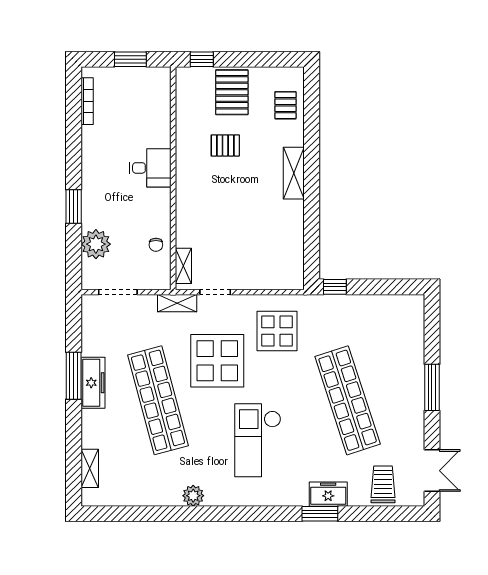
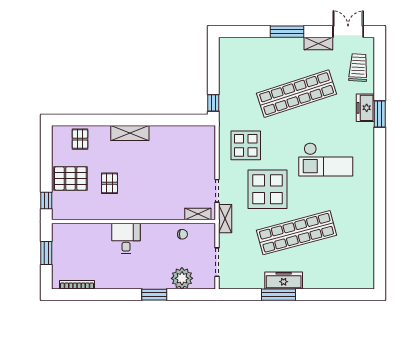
pallet: (286, 105) -> (80, 139), turned 90
shelving: (90, 468) -> (318, 43), moved
trolley: (383, 484) -> (358, 68), turned 93
plant: (193, 496) -> (367, 207), removed

